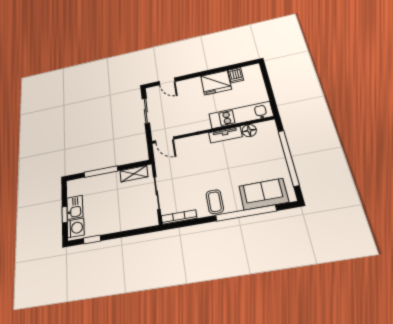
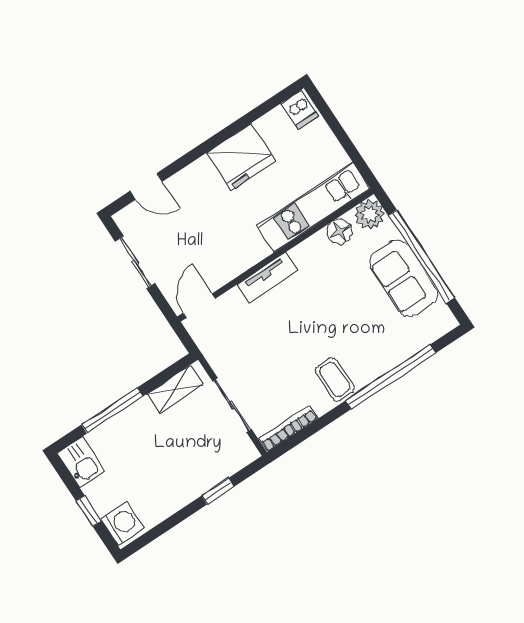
dishwasher: (236, 75) -> (300, 110), moved
plant: (268, 128) -> (370, 215), added
tv unit: (225, 135) -> (268, 277), moved
door: (165, 140) -> (199, 306), swing flipped
sofa: (264, 194) -> (404, 278), moved, turned -90
kitchen sink: (75, 207) -> (81, 462), moved
window: (92, 240) -> (218, 491), moved

